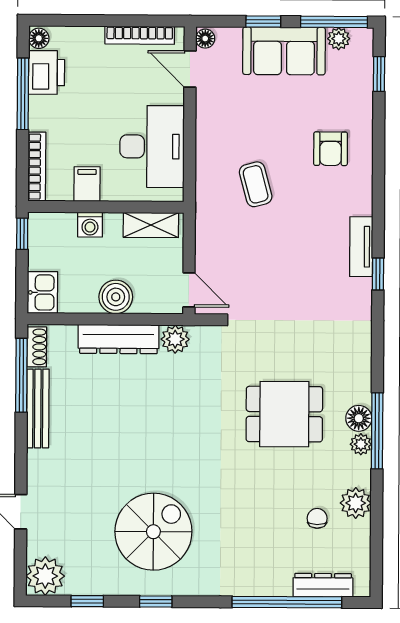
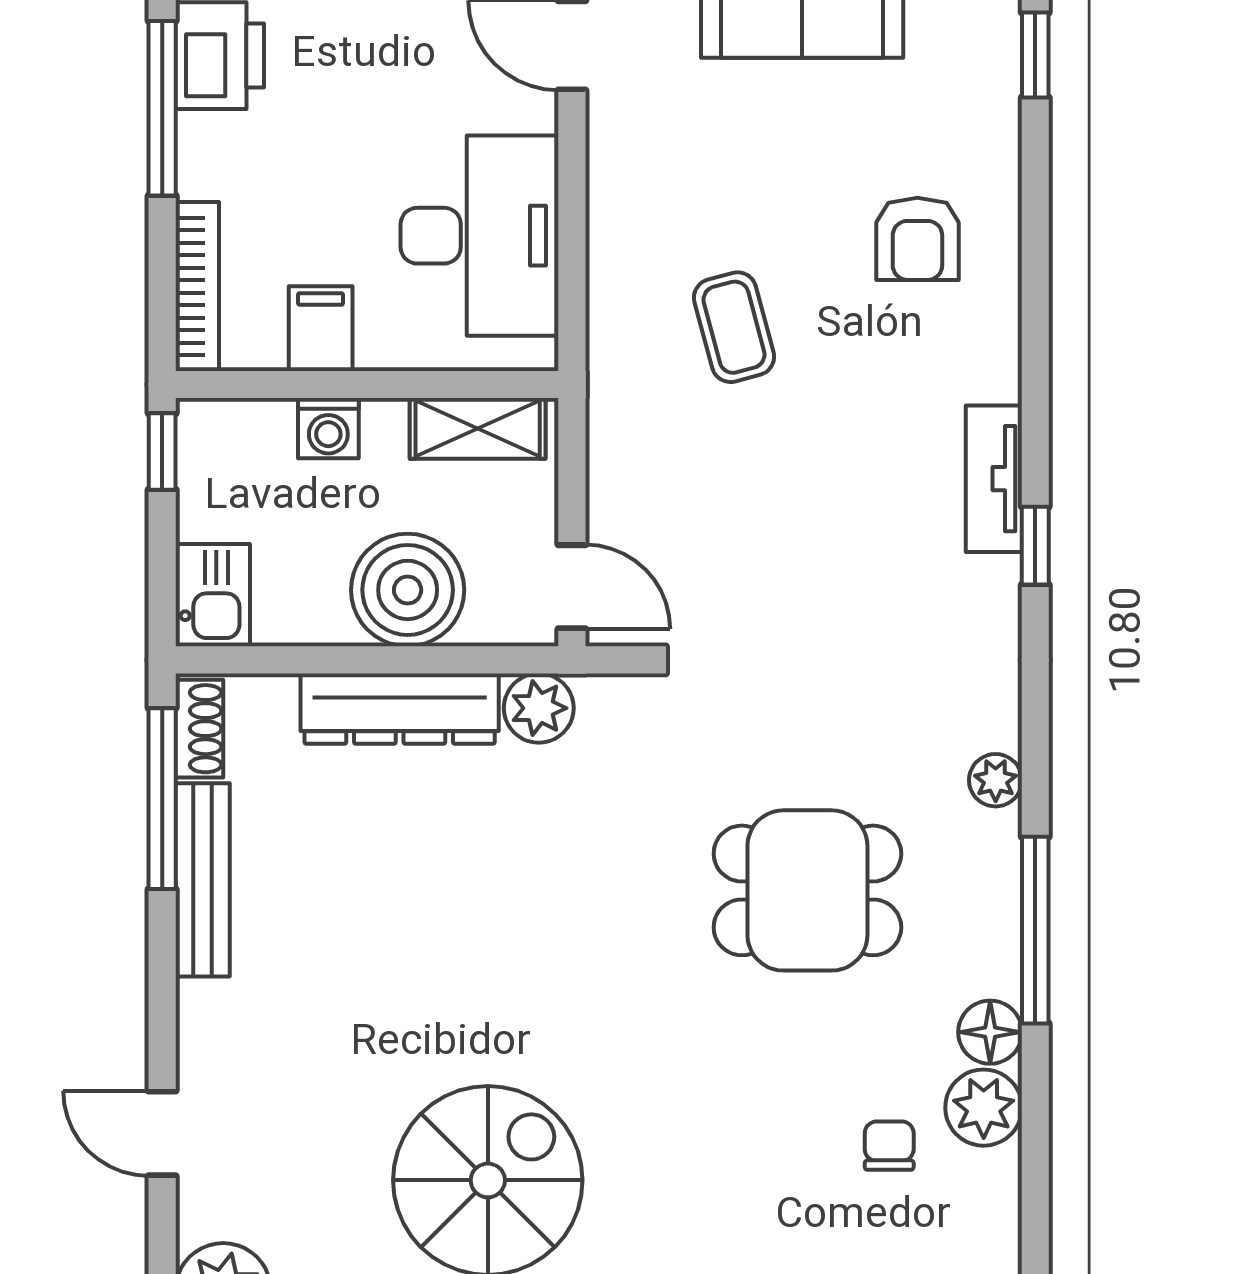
boiler: (116, 297) -> (408, 590), width x1.37, depth x1.37
floor lamp: (359, 418) -> (990, 1032), moved
plant: (361, 444) -> (996, 780), moved

